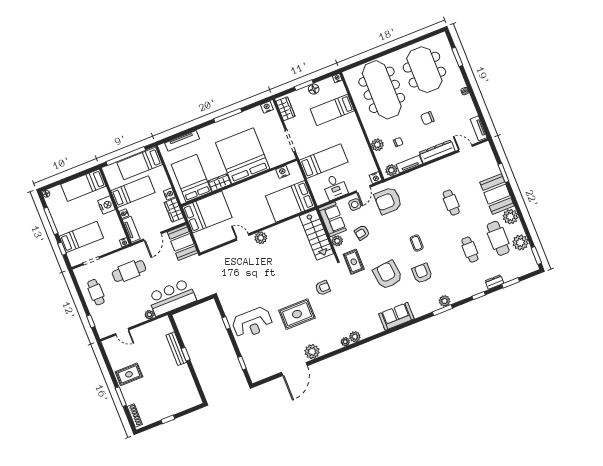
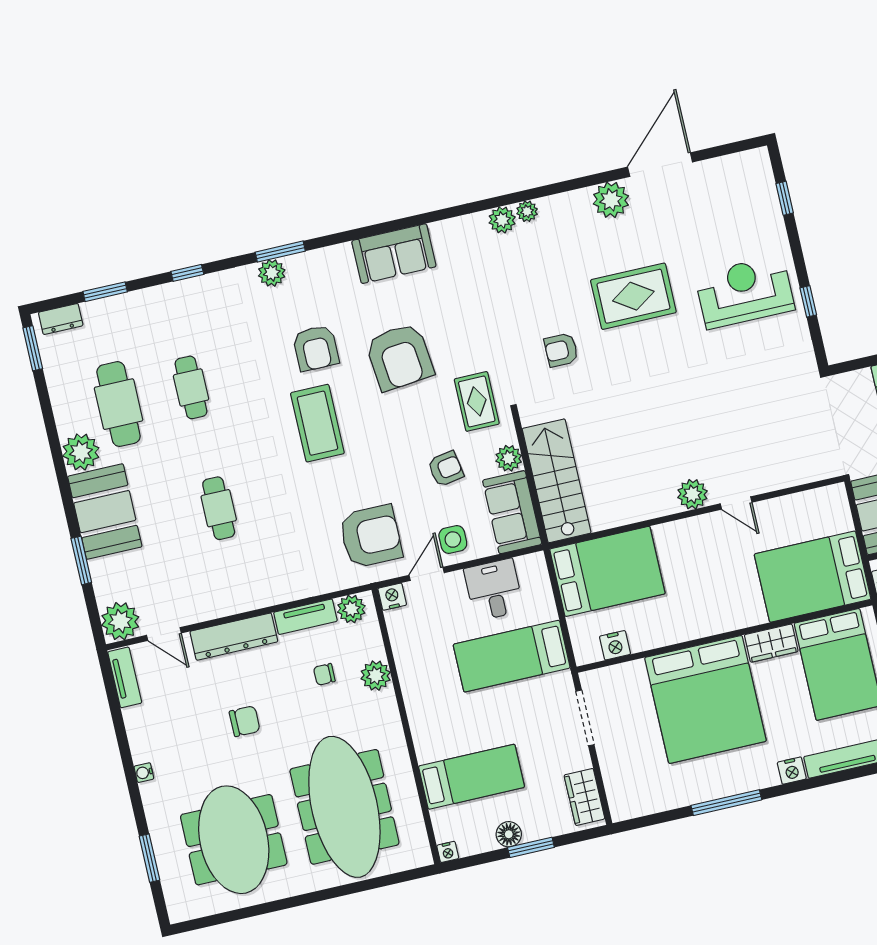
nightstand: (267, 107) -> (792, 771), moved
plant: (520, 242) -> (120, 621), moved
coffee table: (417, 243) -> (317, 423), width x1.86, depth x1.72
dresser: (494, 282) -> (61, 319), moved

